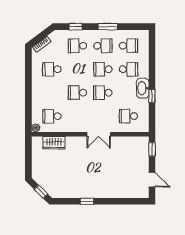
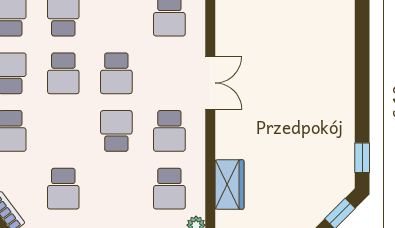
school desk: (77, 93) -> (116, 131), turned 180
school desk: (77, 116) -> (169, 131), added
window: (87, 201) -> (362, 158), moved

